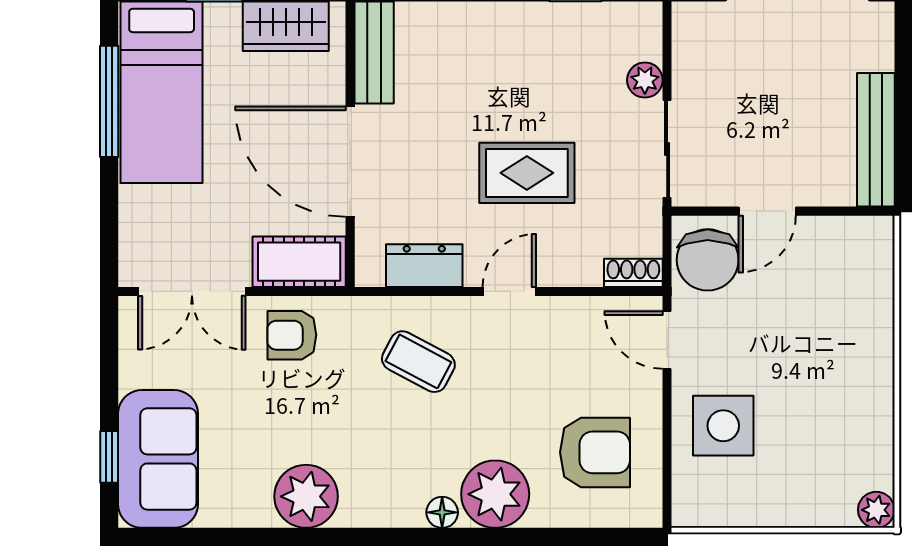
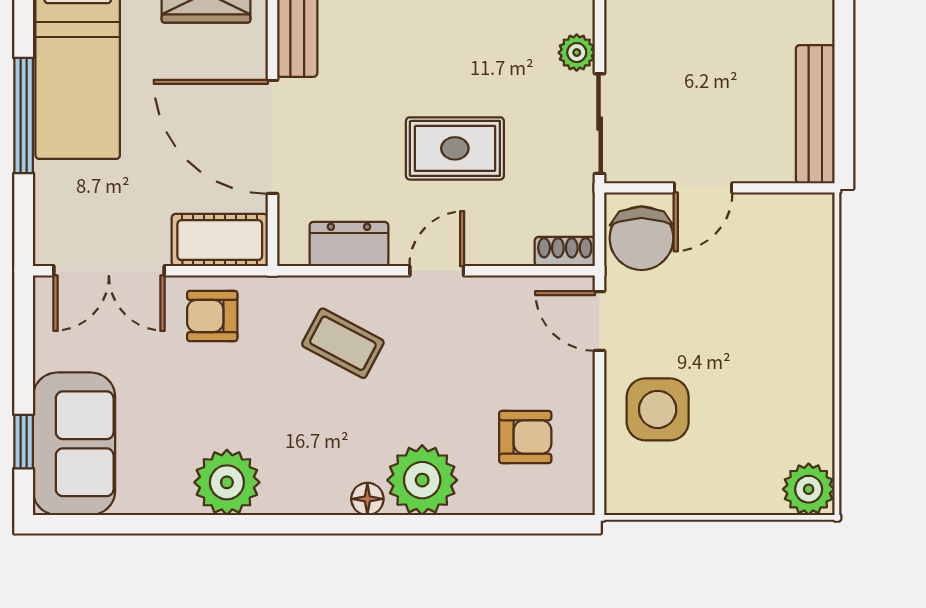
window: (109, 101) -> (24, 115), moved
armchair: (595, 452) -> (525, 437), width x0.72, depth x0.72
plant: (876, 510) -> (809, 489), width x1.38, depth x1.38

